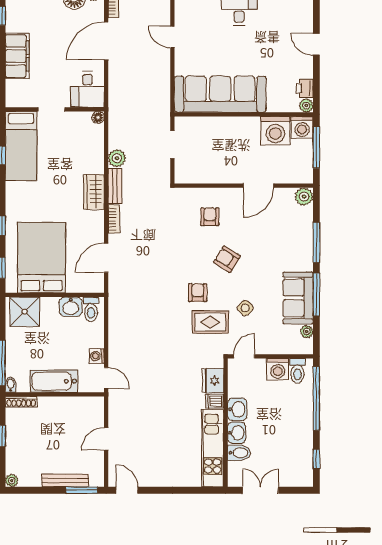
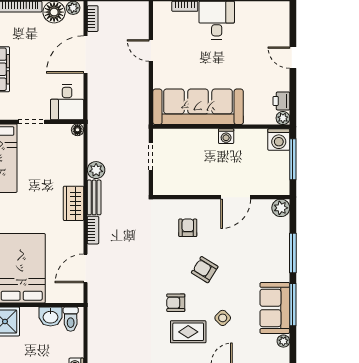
washing machine: (275, 131) -> (226, 136), moved, width x0.53, depth x0.53
armchair: (198, 293) -> (176, 303), turned -90

